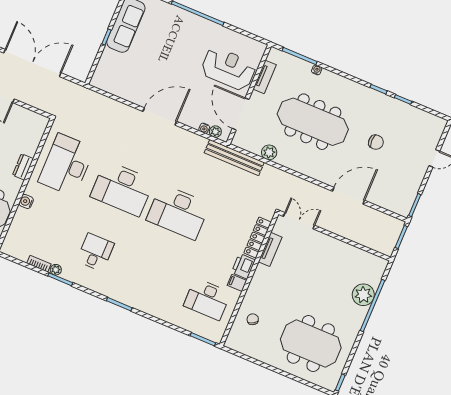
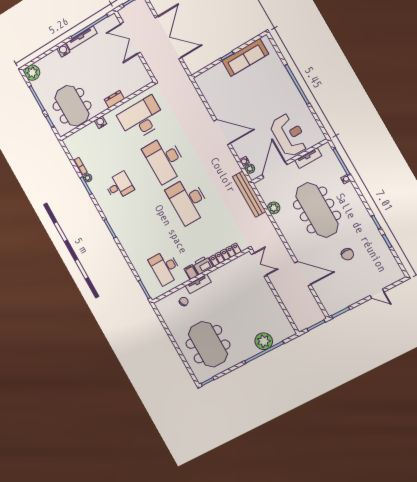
tv unit: (270, 249) -> (198, 284), moved

